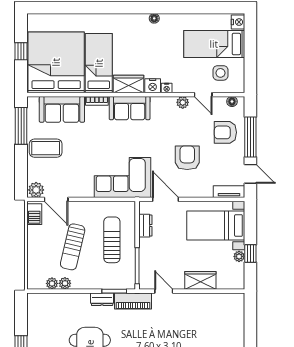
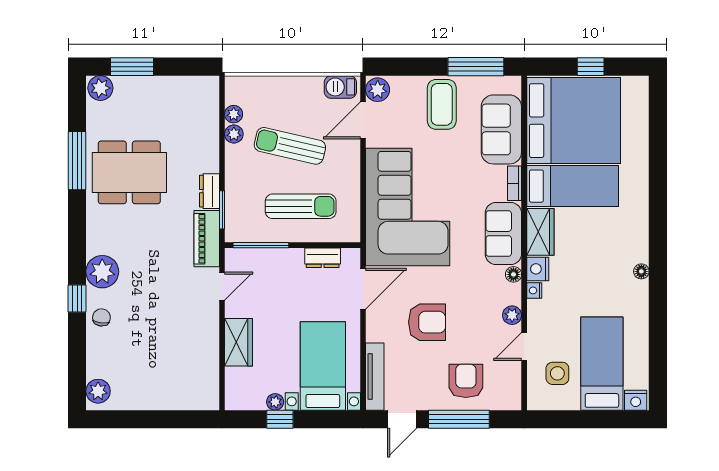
floor lamp: (232, 101) -> (513, 274), moved
corner sofa: (123, 178) -> (408, 207), width x1.36, depth x1.36
tv unit: (229, 192) -> (375, 377), width x1.41

